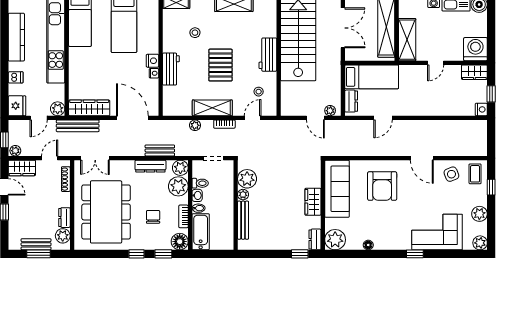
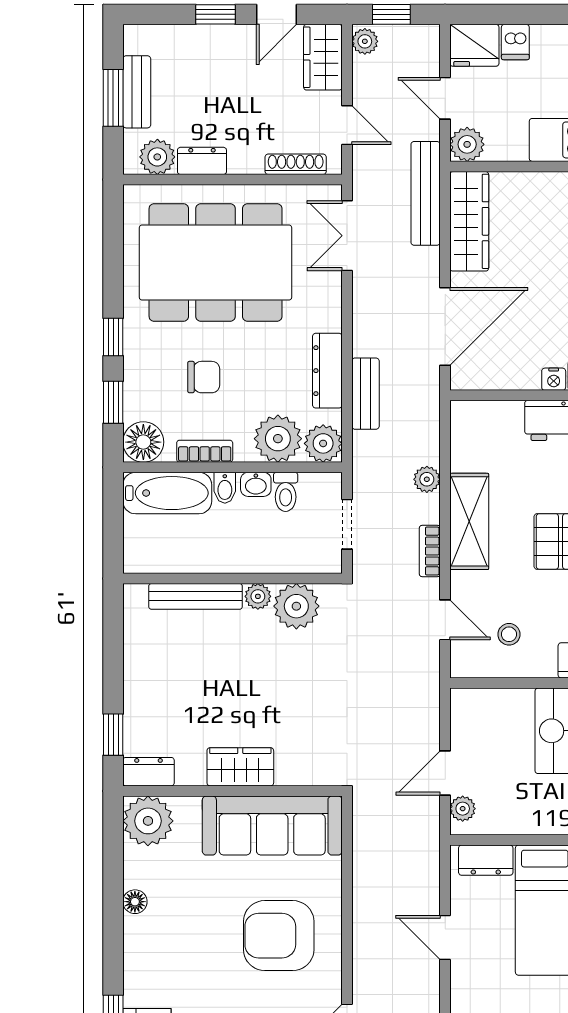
dishwasher: (16, 77) -> (515, 42), moved

